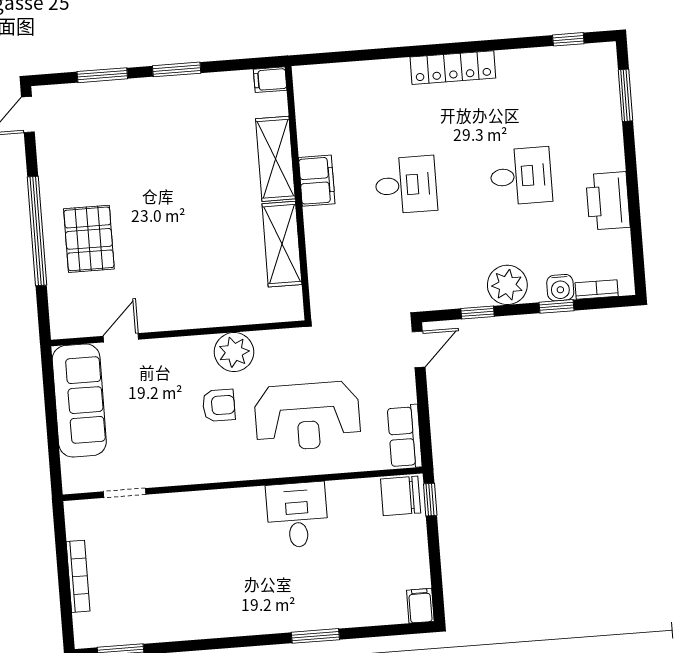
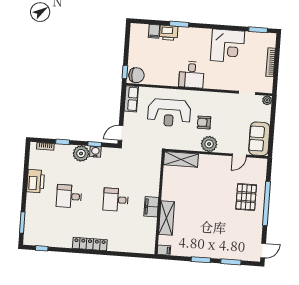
shelving: (282, 244) -> (181, 159), moved, turned 90
water cooler: (560, 288) -> (95, 152), moved
plant: (234, 352) -> (209, 144), moved
sofa: (79, 400) -> (259, 139), width x0.73
reception desk: (307, 416) -> (169, 113), turned 180
plant: (73, 482) -> (267, 100), added
desk: (297, 515) -> (192, 75), moved
corner desk: (189, 601) -> (228, 46), added
filing cabinet: (420, 606) -> (154, 31), moved
printer: (338, 611) -> (169, 33), added

